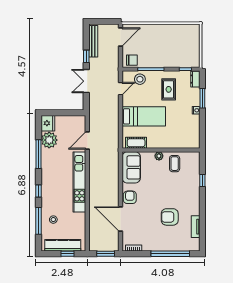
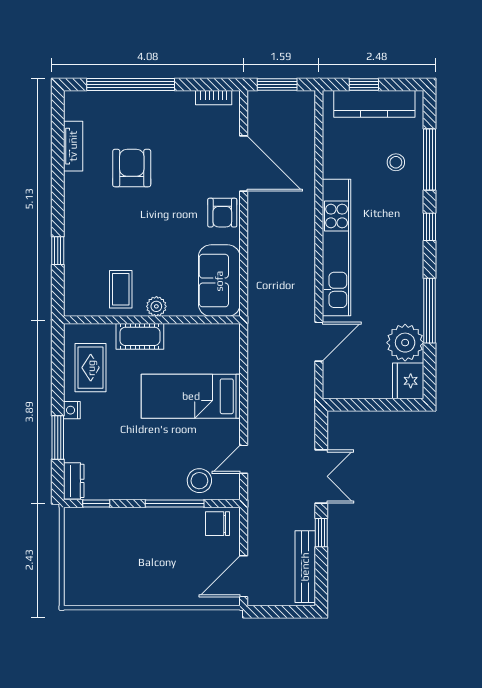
rug: (169, 89) -> (91, 368), moved
cot: (136, 143) -> (140, 336), moved
armchair: (170, 217) -> (132, 168), turned -90

